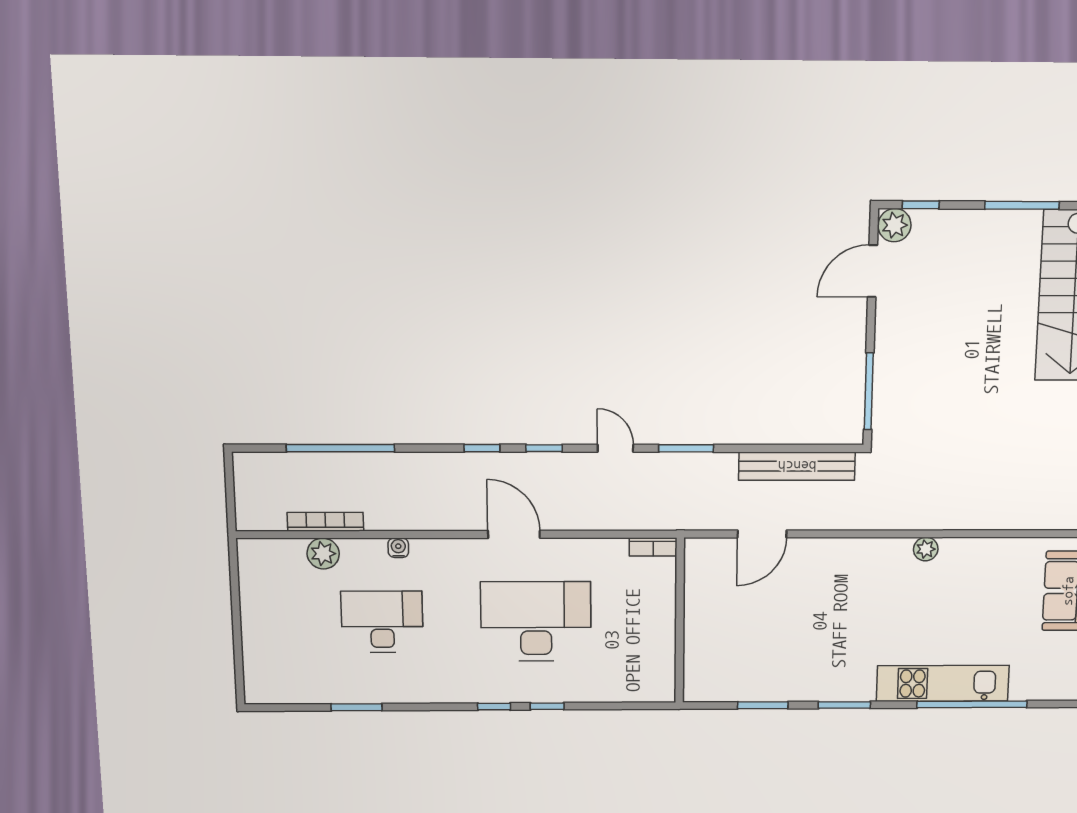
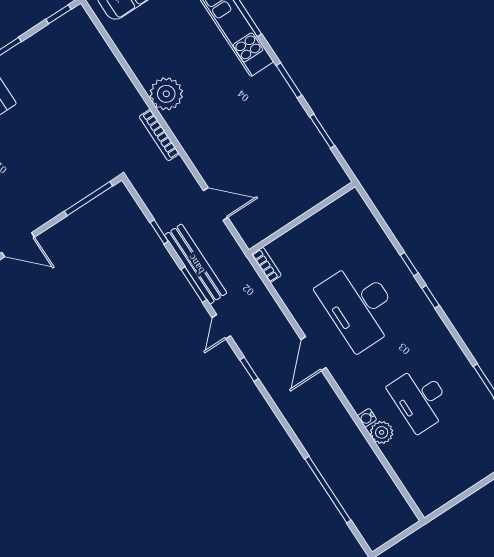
window: (482, 448) -> (159, 232), moved
bench: (797, 466) -> (196, 264), moved
bookcase: (325, 522) -> (159, 135), moved
plant: (926, 549) -> (166, 94), width x1.87, depth x1.87
plant: (323, 554) -> (382, 432), moved

